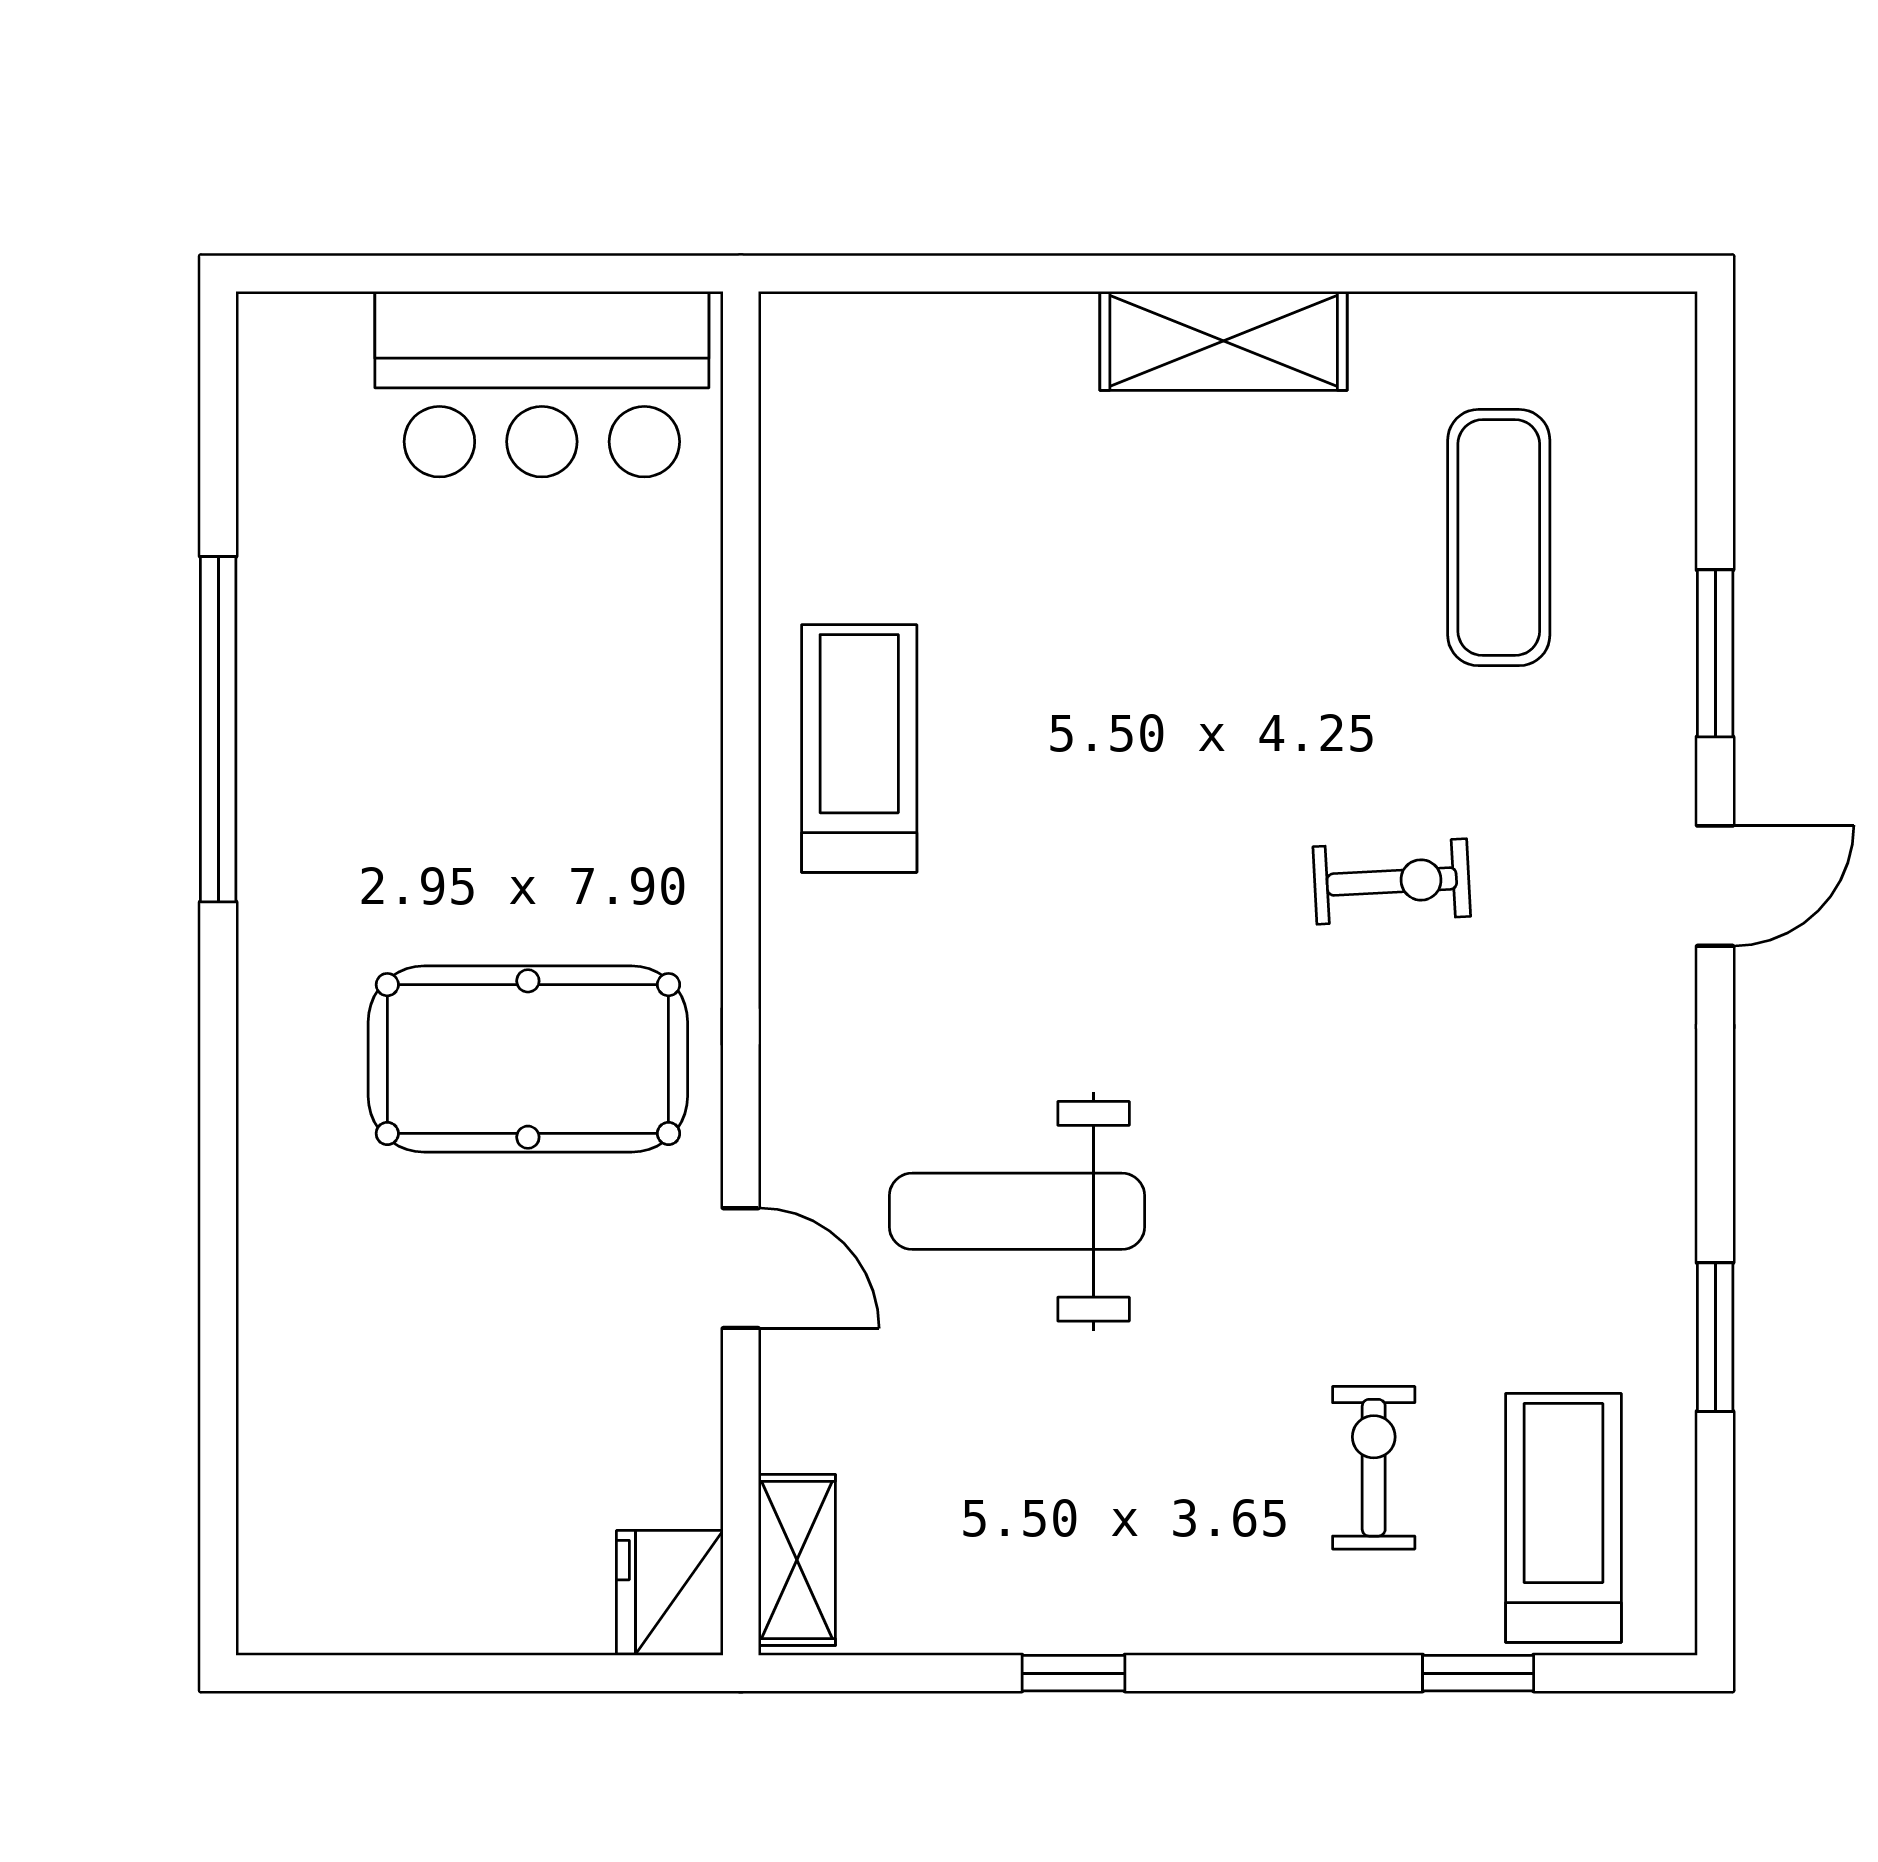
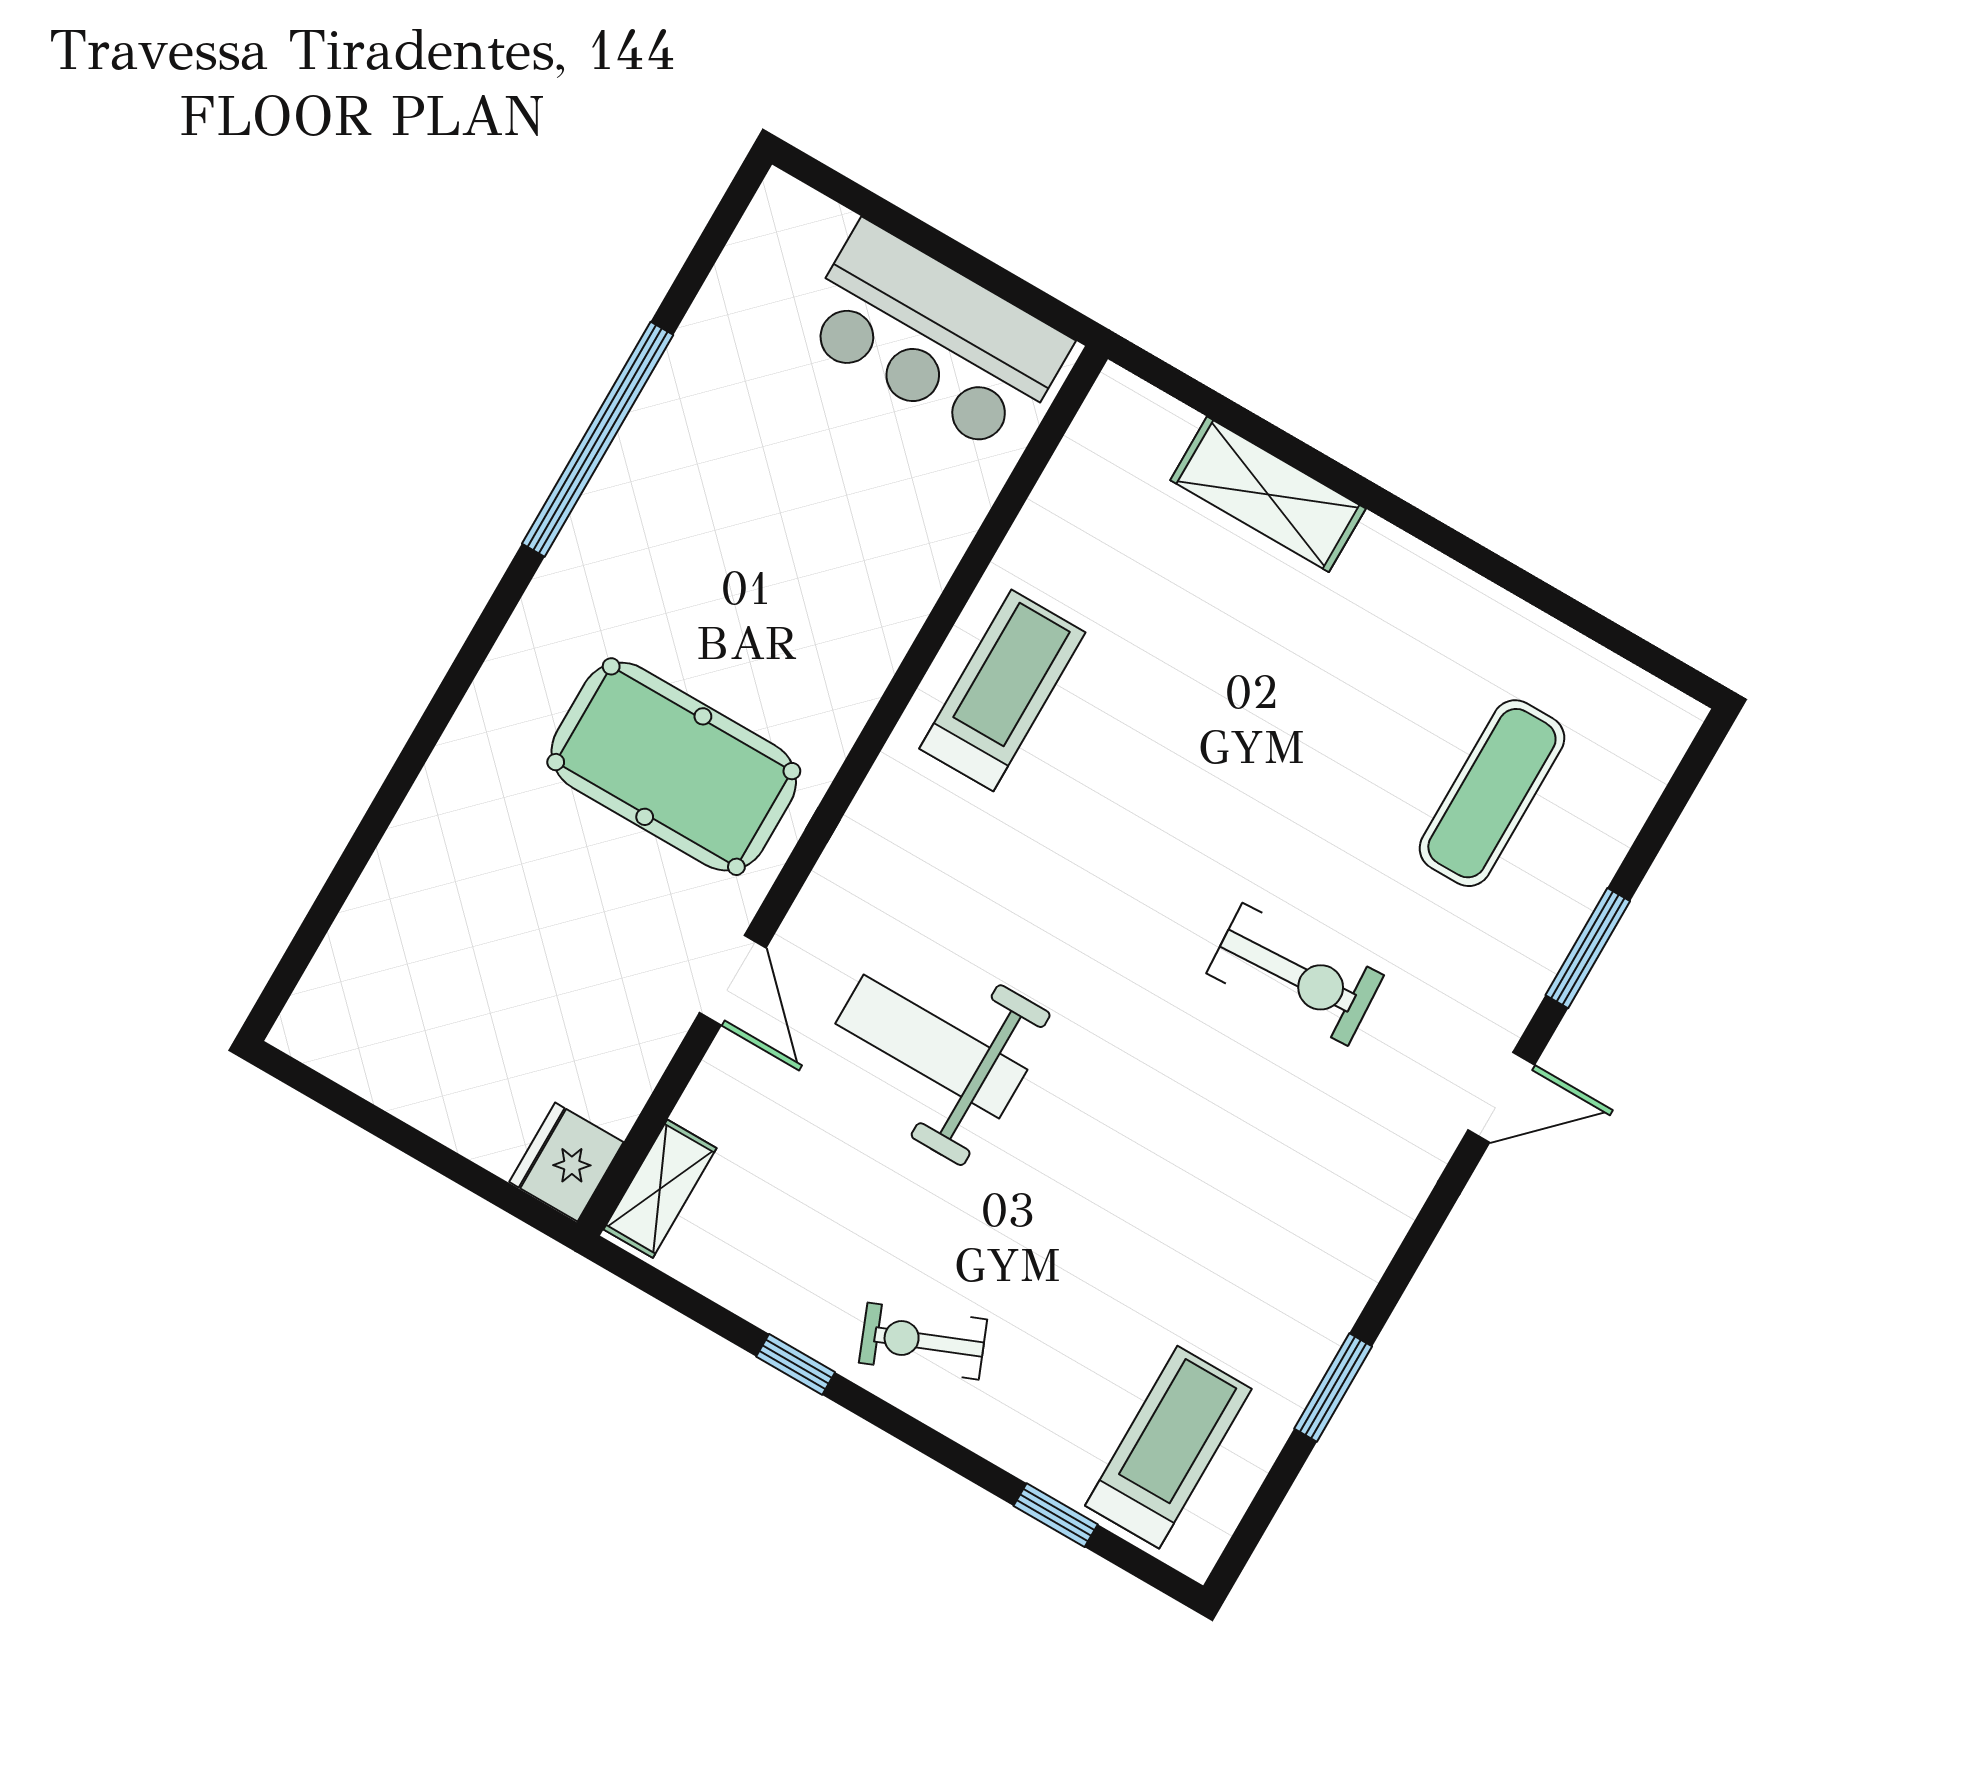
shelving: (1224, 341) -> (1268, 494), moved
exercise bike: (1392, 881) -> (1295, 974), width x1.38, depth x1.39
exercise bike: (1374, 1468) -> (923, 1341), moved, turned -112

